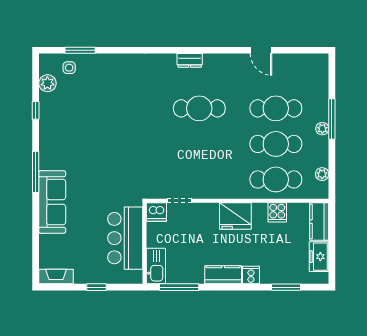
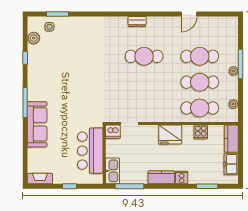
door: (261, 50) -> (189, 14), hinge flipped

